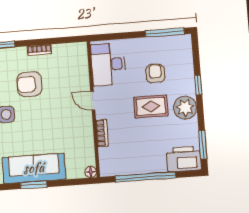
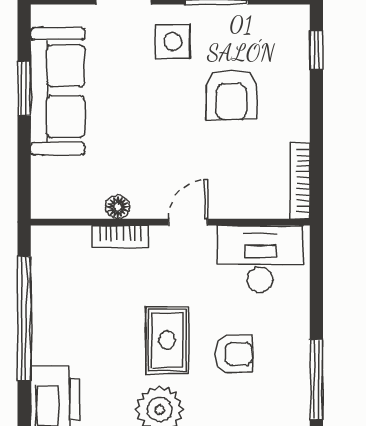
bookcase: (39, 50) -> (300, 181), moved, width x1.56
armchair: (30, 84) -> (231, 95), turned 180
floor lamp: (91, 172) -> (118, 207), moved

